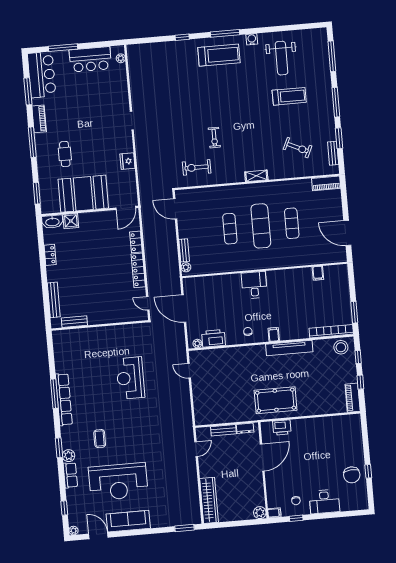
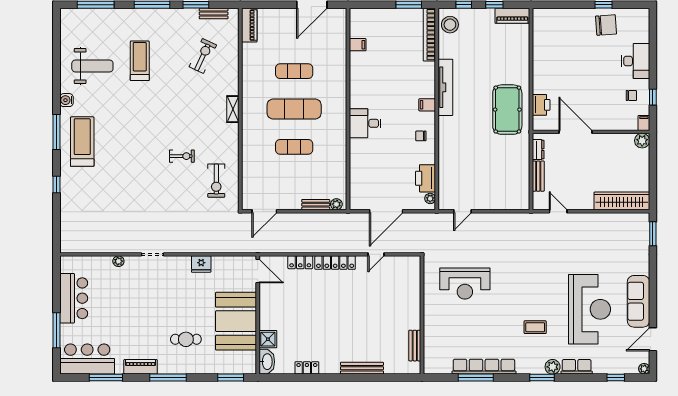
plant: (121, 58) -> (118, 261), moved
bench: (74, 322) -> (415, 346), moved
wall: (100, 325) -> (422, 315), moved

